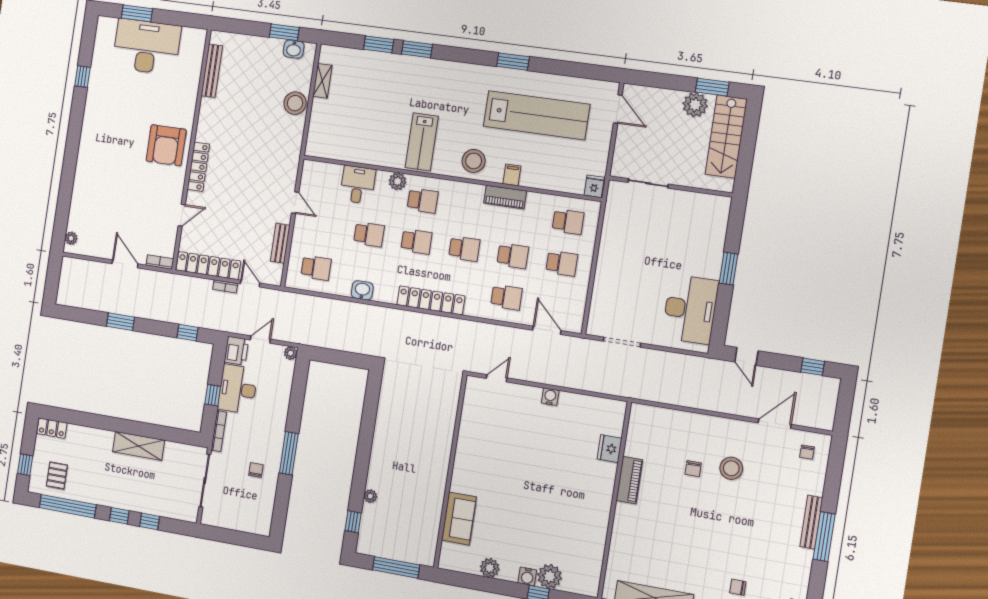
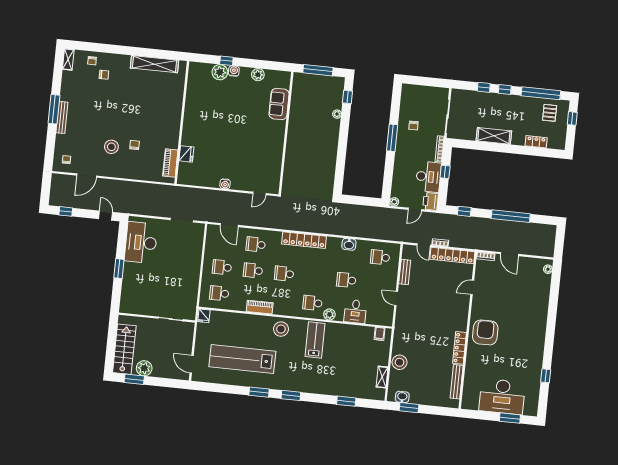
window: (417, 49) -> (291, 395), moved
locker: (198, 167) -> (460, 348), moved
filing cabinet: (512, 175) -> (380, 334), moved
school desk: (416, 241) -> (315, 277), removed
window: (120, 322) -> (511, 216), width x2.11
locker: (52, 428) -> (536, 142), moved
piano: (629, 480) -> (170, 163), moved

